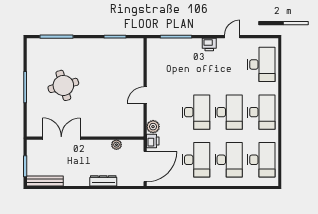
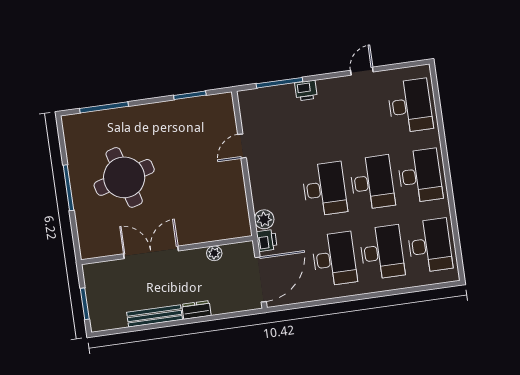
printer: (209, 45) -> (306, 91), moved
round table: (63, 85) -> (124, 177), width x1.36, depth x1.36
door: (145, 95) -> (242, 146), moved
double door: (61, 138) -> (151, 252), moved
bench: (45, 181) -> (155, 316), moved
dresser: (103, 181) -> (196, 310), width x0.70

